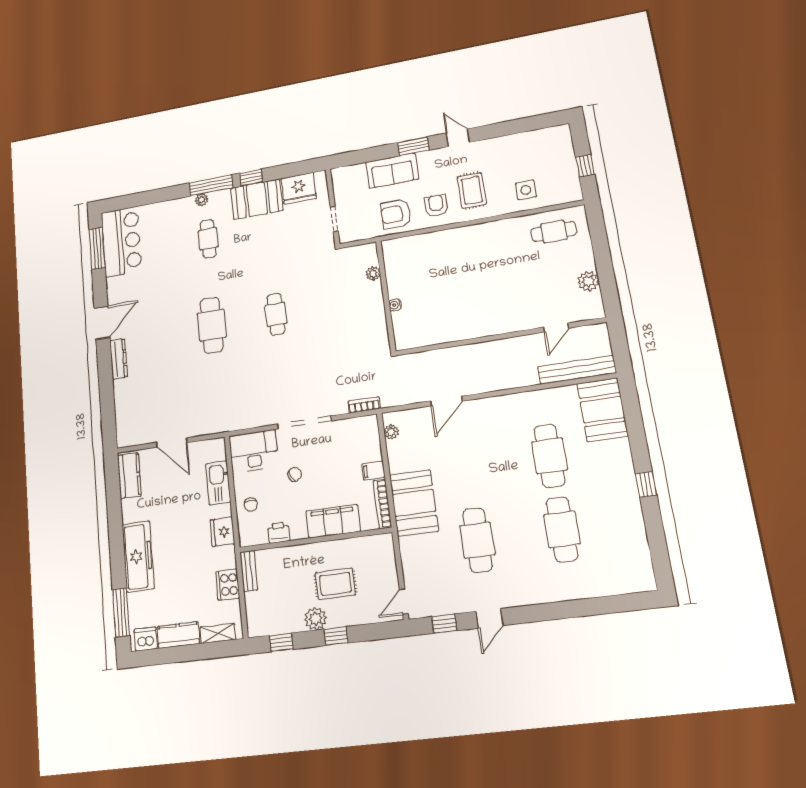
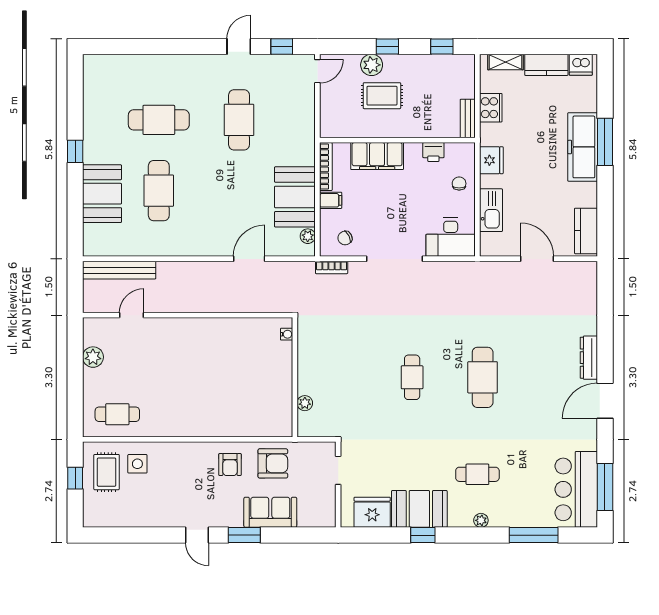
window: (211, 185) -> (534, 535), moved
rug: (472, 190) -> (107, 472), moved
cafe table: (208, 239) -> (477, 474), turned 90
water cooler: (395, 305) -> (287, 334), moved
booth: (602, 410) -> (102, 194), moved
chair: (295, 474) -> (345, 238), moved
booth: (414, 503) -> (295, 197), moved
cafe table: (562, 529) -> (159, 120), turned 90
window: (121, 613) -> (605, 142), moved
plant: (316, 619) -> (372, 65), moved

